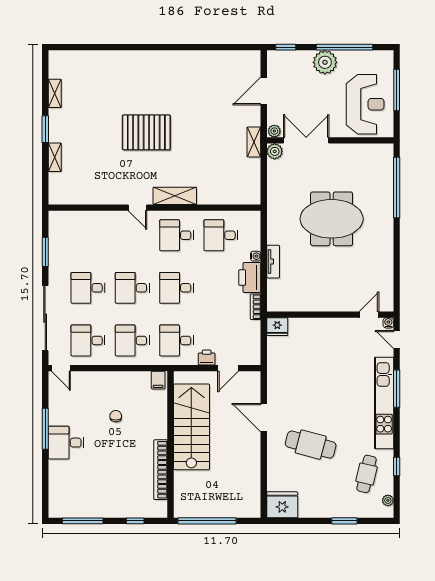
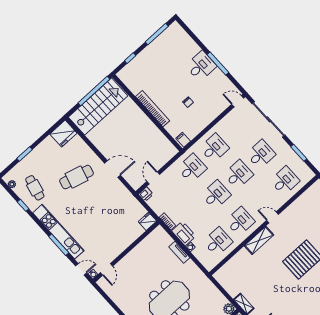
desk: (88, 340) -> (285, 181), moved
printer: (207, 357) -> (146, 194), moved
stairs: (191, 427) -> (98, 107), moved, turned -90
bookcase: (161, 470) -> (153, 109), moved

